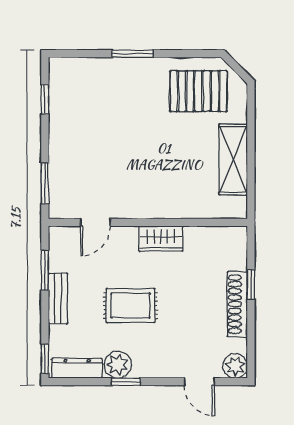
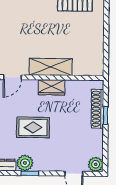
shelving: (233, 159) -> (51, 67), moved, turned 90
shoe rack: (237, 304) -> (97, 109), moved

